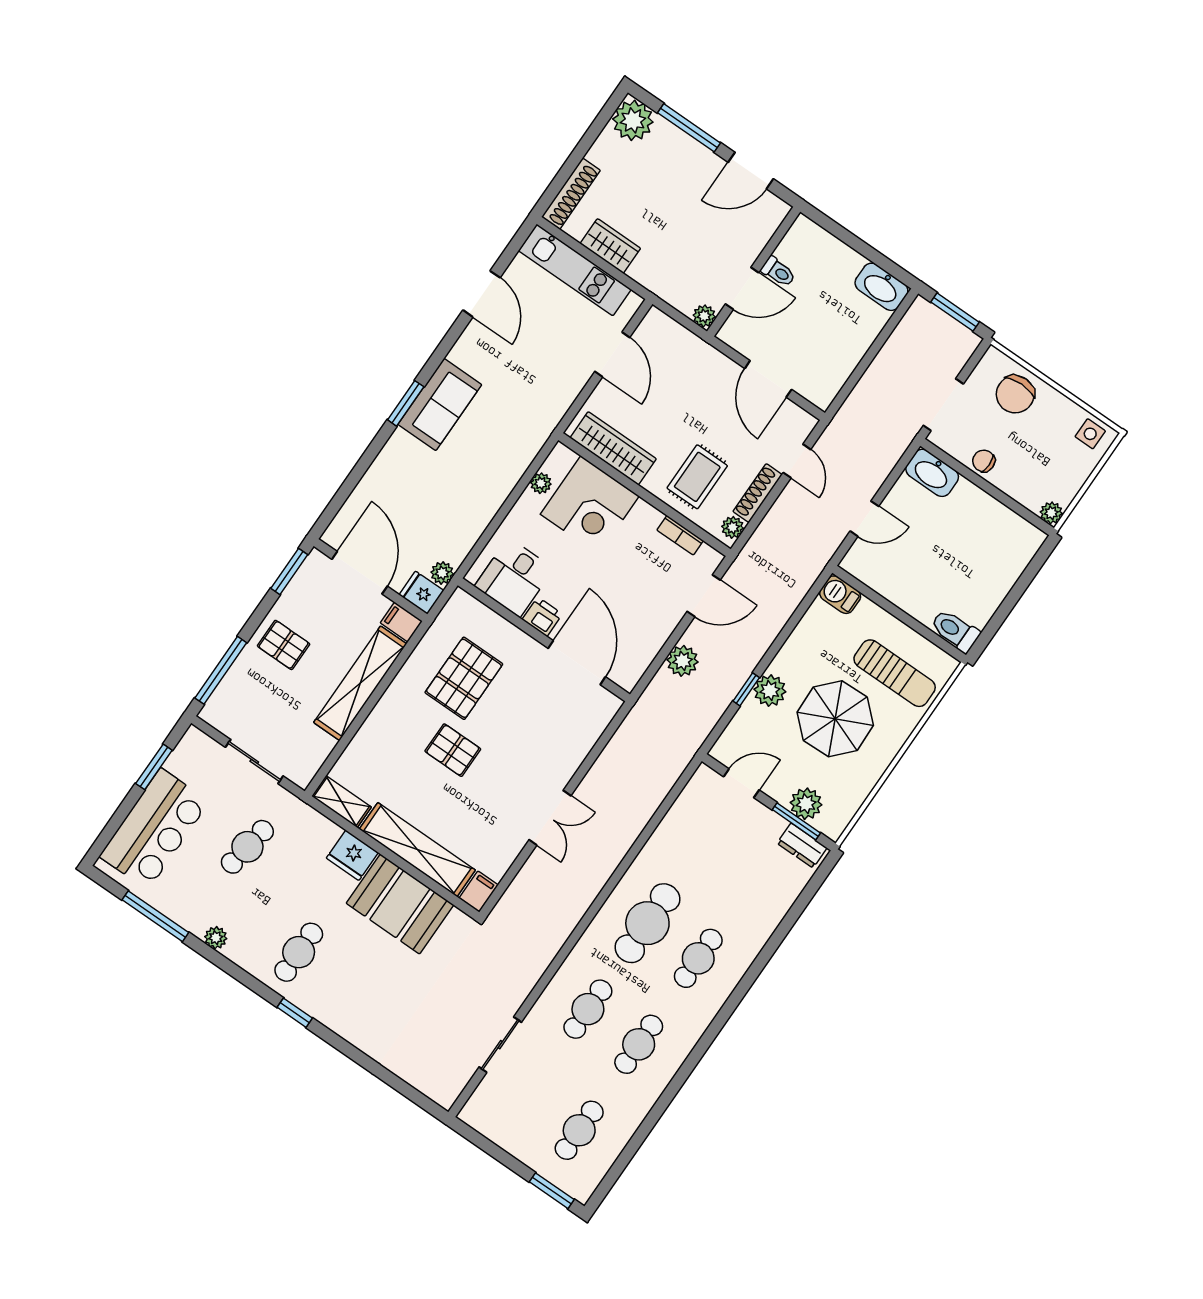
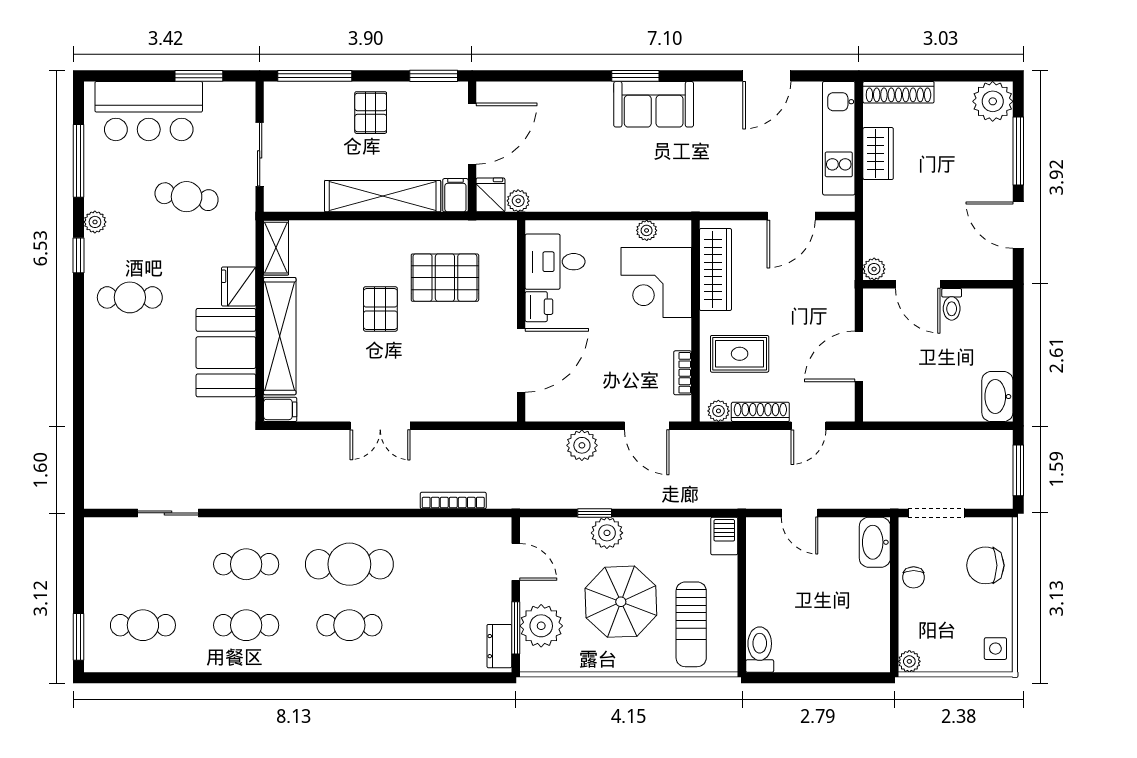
chair: (984, 461) -> (914, 577), turned 180
bookcase: (654, 800) -> (453, 500), added
plant: (806, 804) -> (541, 626), width x1.36, depth x1.36
window: (295, 1013) -> (78, 255), moved

